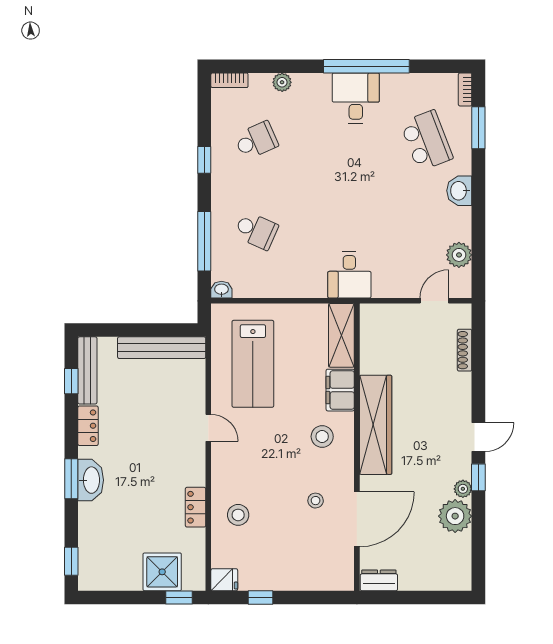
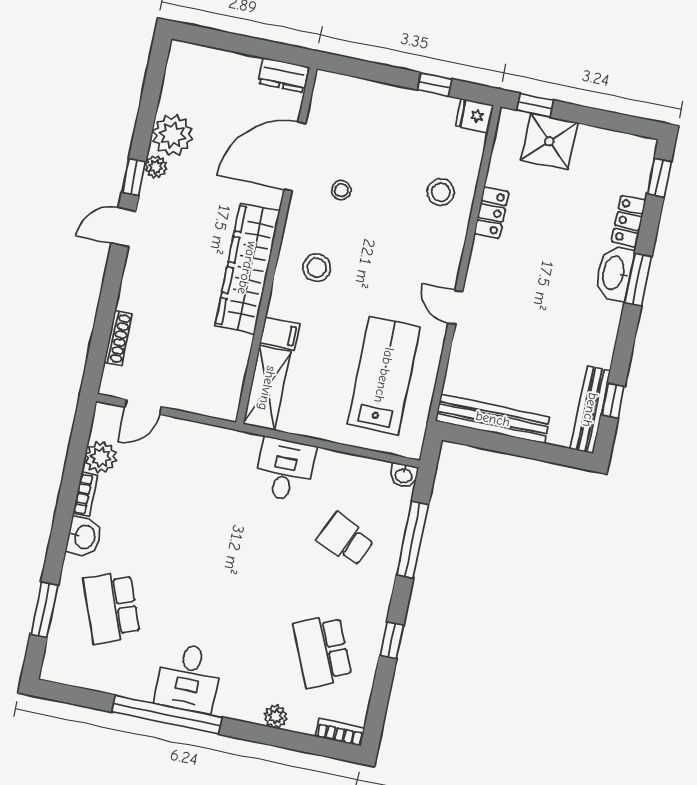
bookcase: (465, 89) -> (85, 494), moved
school desk: (256, 140) -> (322, 651), width x1.85
desk: (349, 275) -> (285, 470), moved
filing cabinet: (340, 390) -> (280, 334), width x0.50
locker: (88, 426) -> (629, 221), moved

